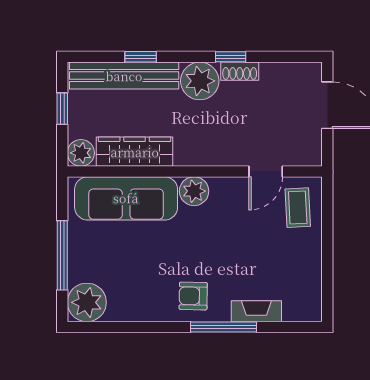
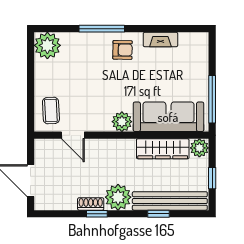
door: (266, 171) -> (73, 135), swing flipped
window: (62, 255) -> (212, 99), moved
plant: (87, 302) -> (47, 45), moved
fireplace: (256, 311) -> (160, 40), moved

